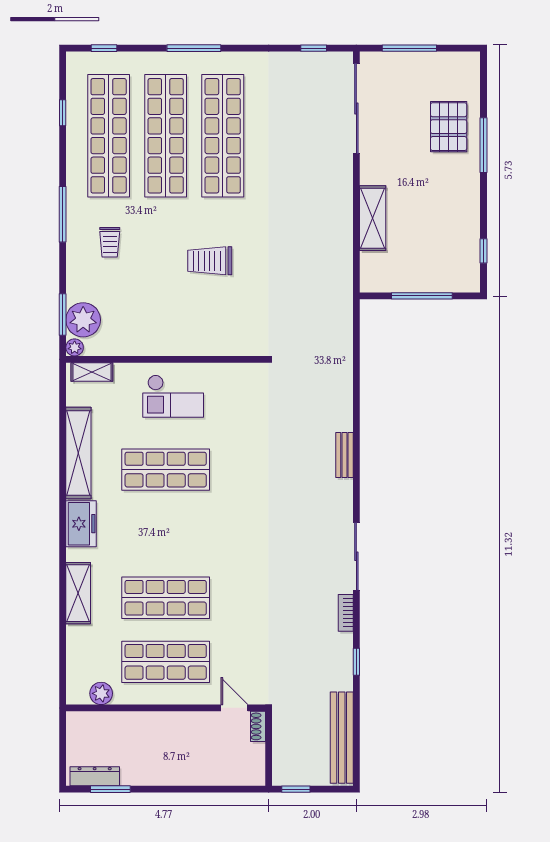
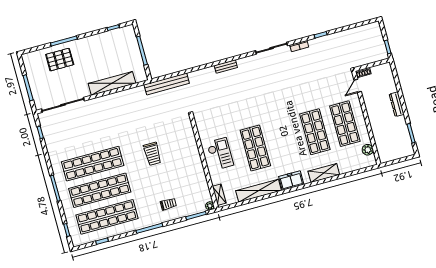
shelving: (373, 218) -> (112, 83), width x1.47
trolley: (110, 242) -> (168, 204), moved
plant: (83, 320) -> (196, 205), removed
bench: (342, 738) -> (167, 84), moved
dresser: (95, 776) -> (397, 104), moved

